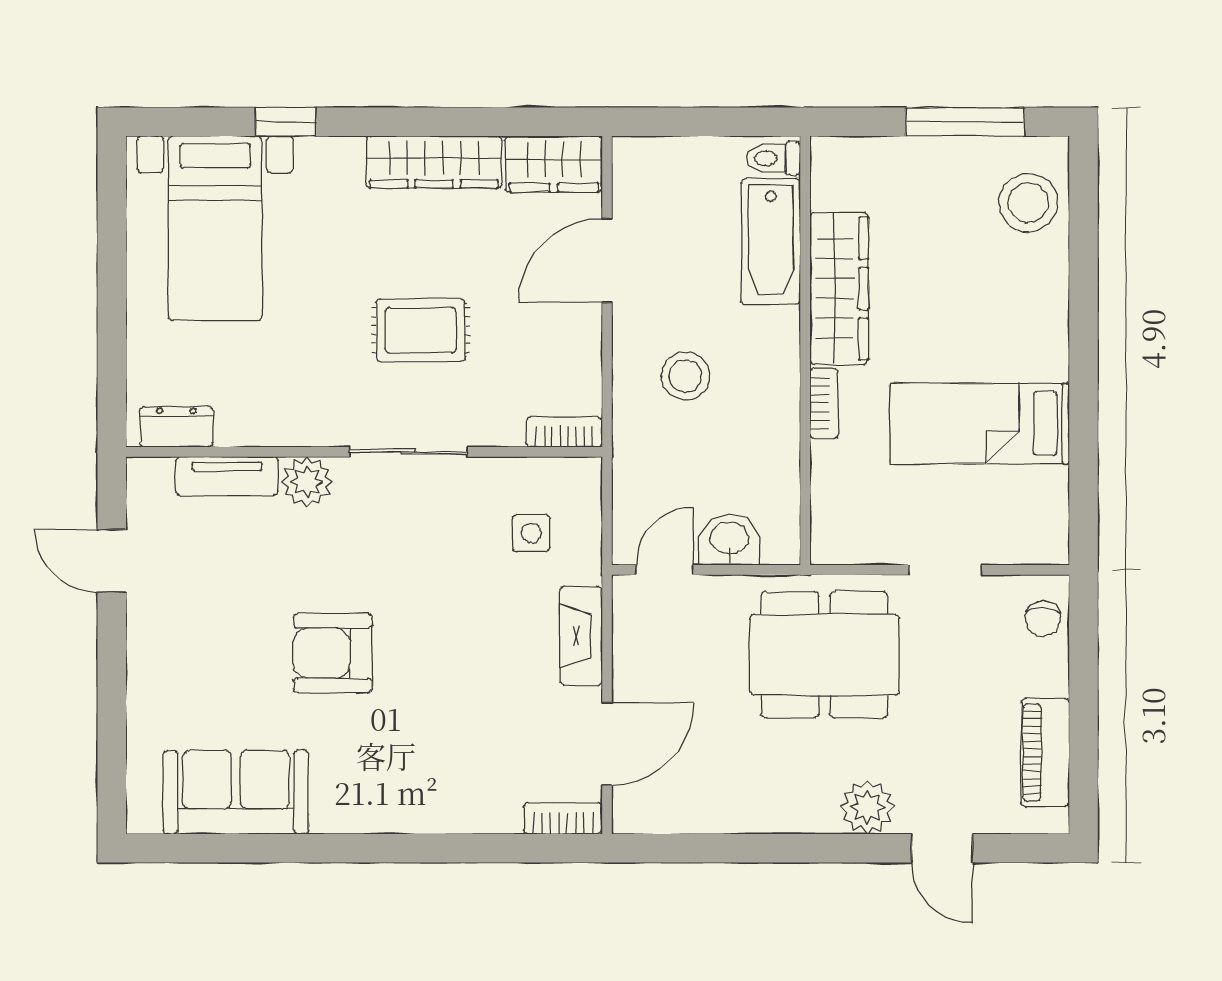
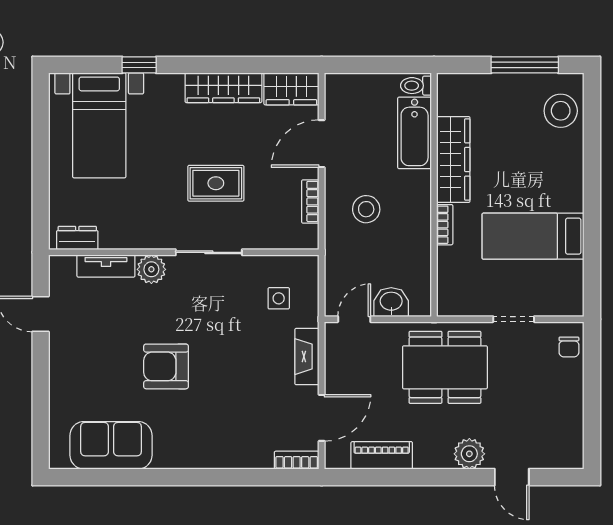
bookcase: (564, 432) -> (310, 201), moved, turned -90
piano: (1045, 753) -> (382, 455), moved, turned 90

